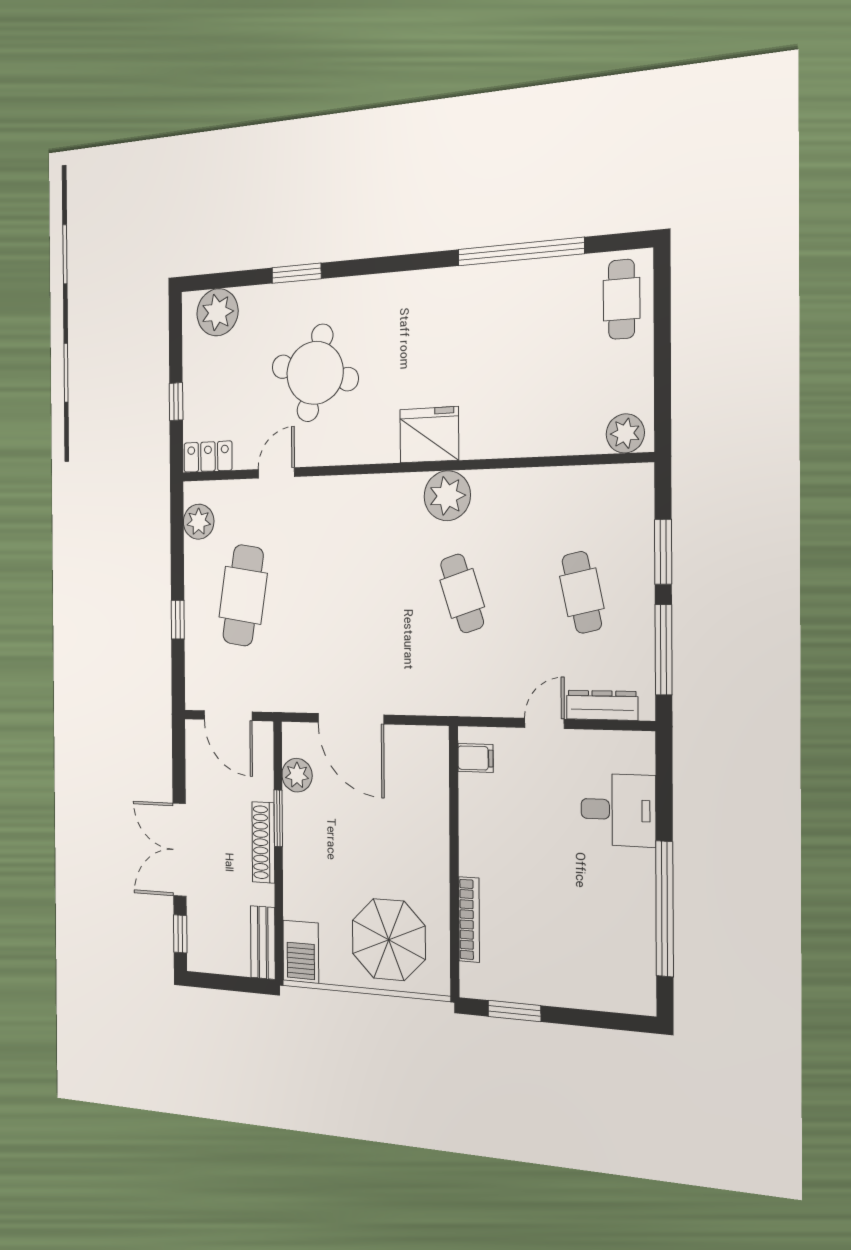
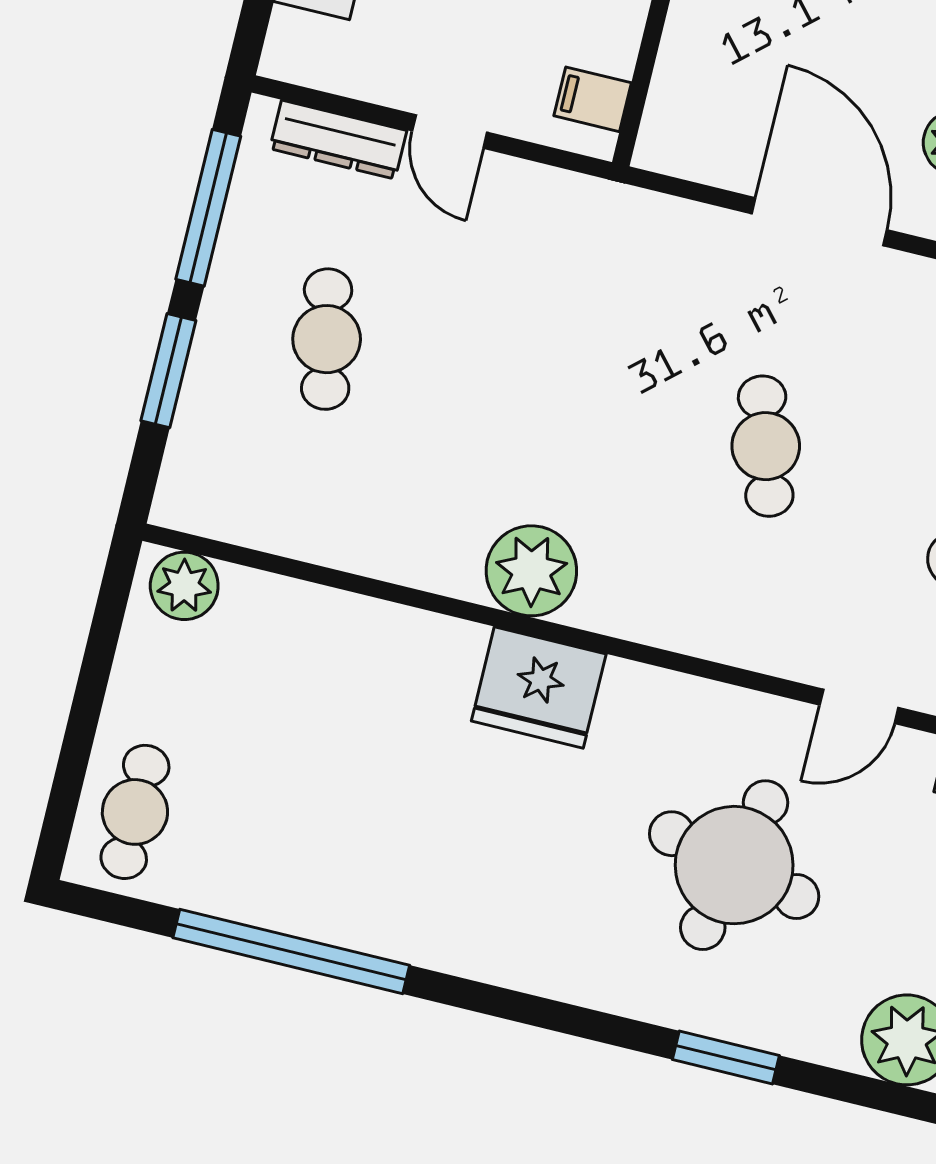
cafe table: (462, 593) -> (766, 446), moved
door: (544, 723) -> (450, 132), hinge flipped

